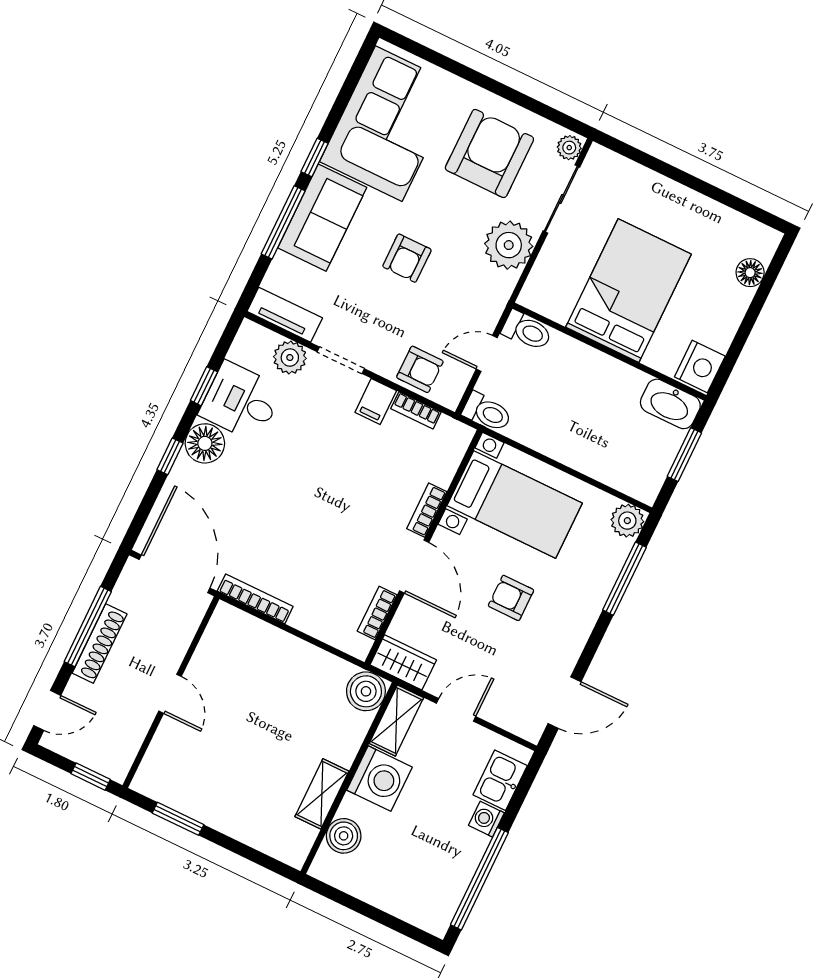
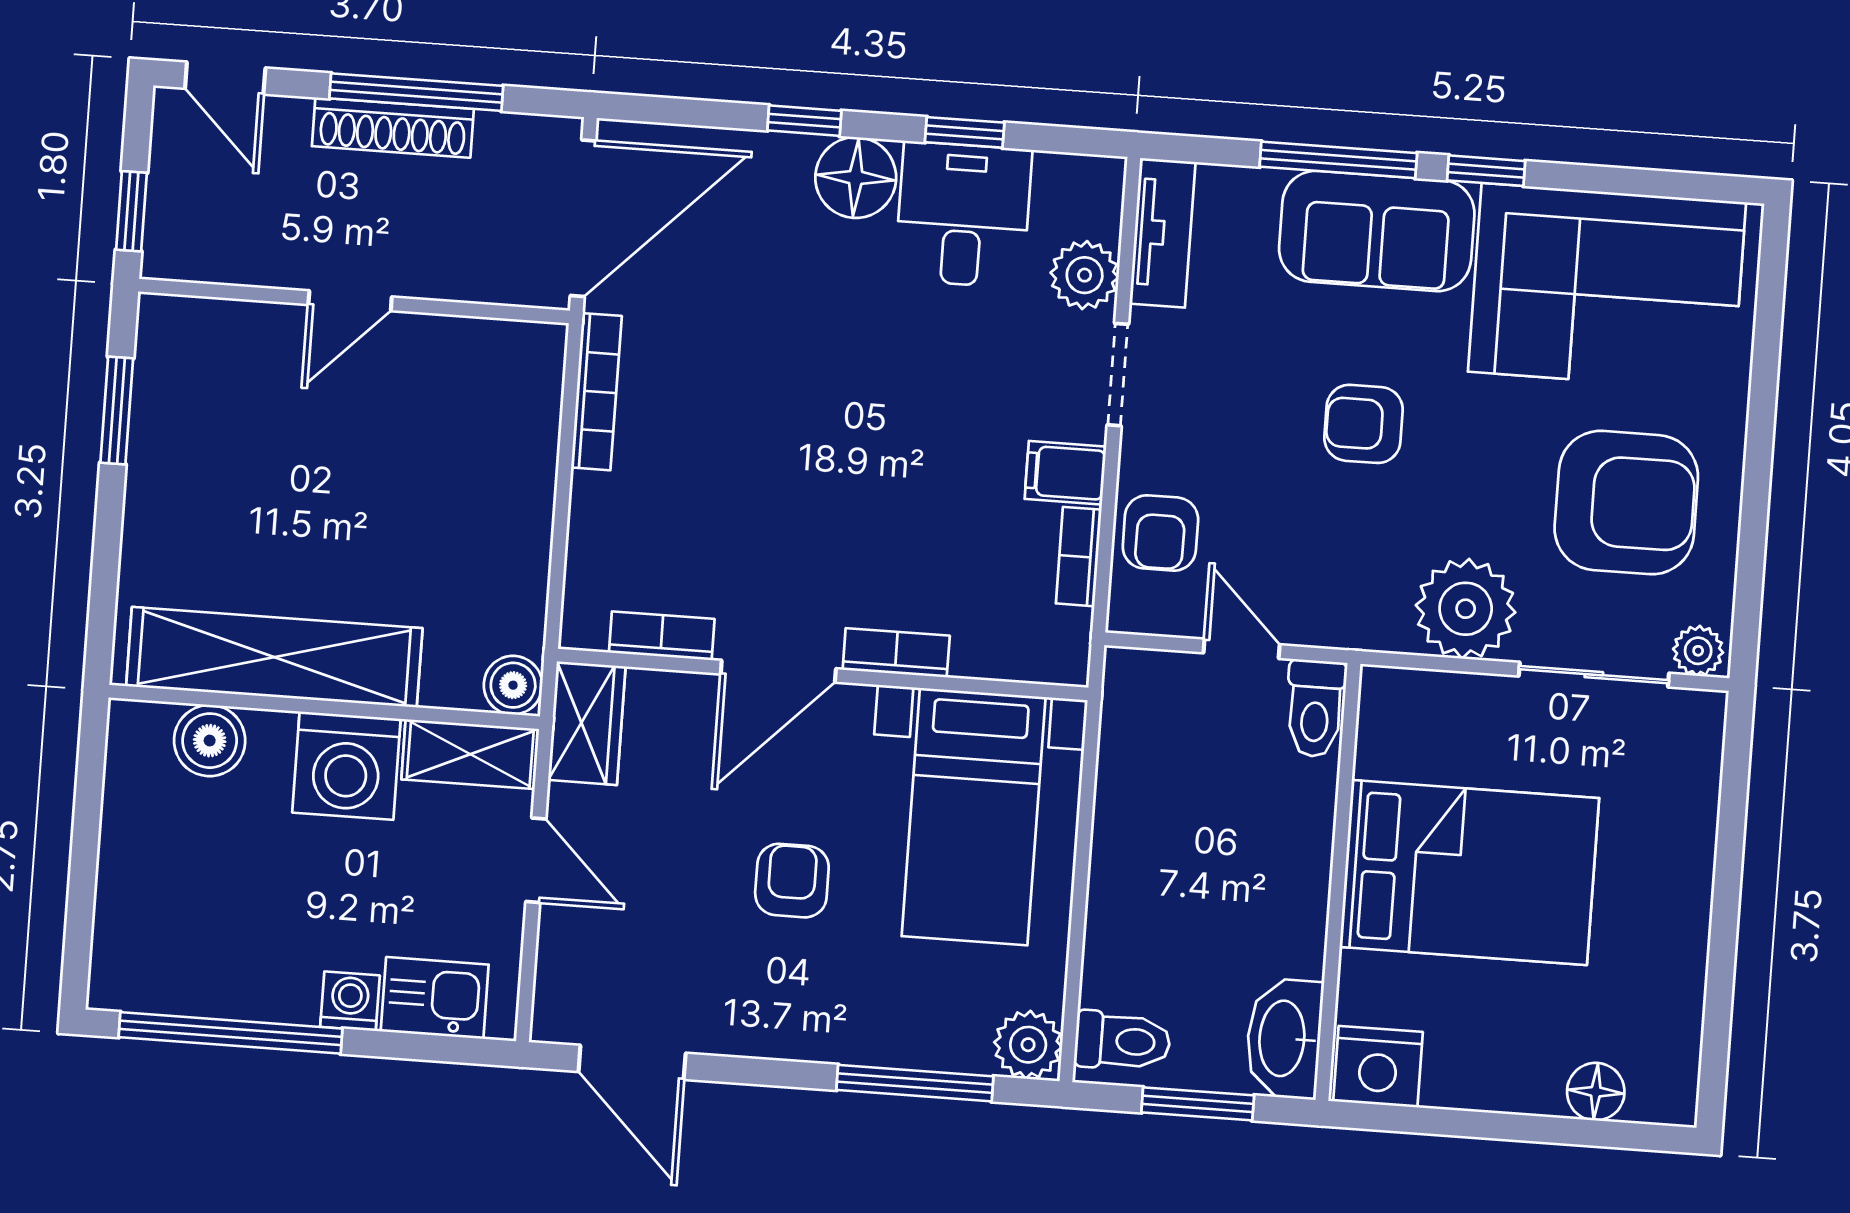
toilet: (487, 412) -> (1122, 1041), moved, turned -90
boiler: (366, 691) -> (513, 685), width x0.73, depth x0.73
shelving: (322, 794) -> (274, 657), width x2.20, depth x1.33

